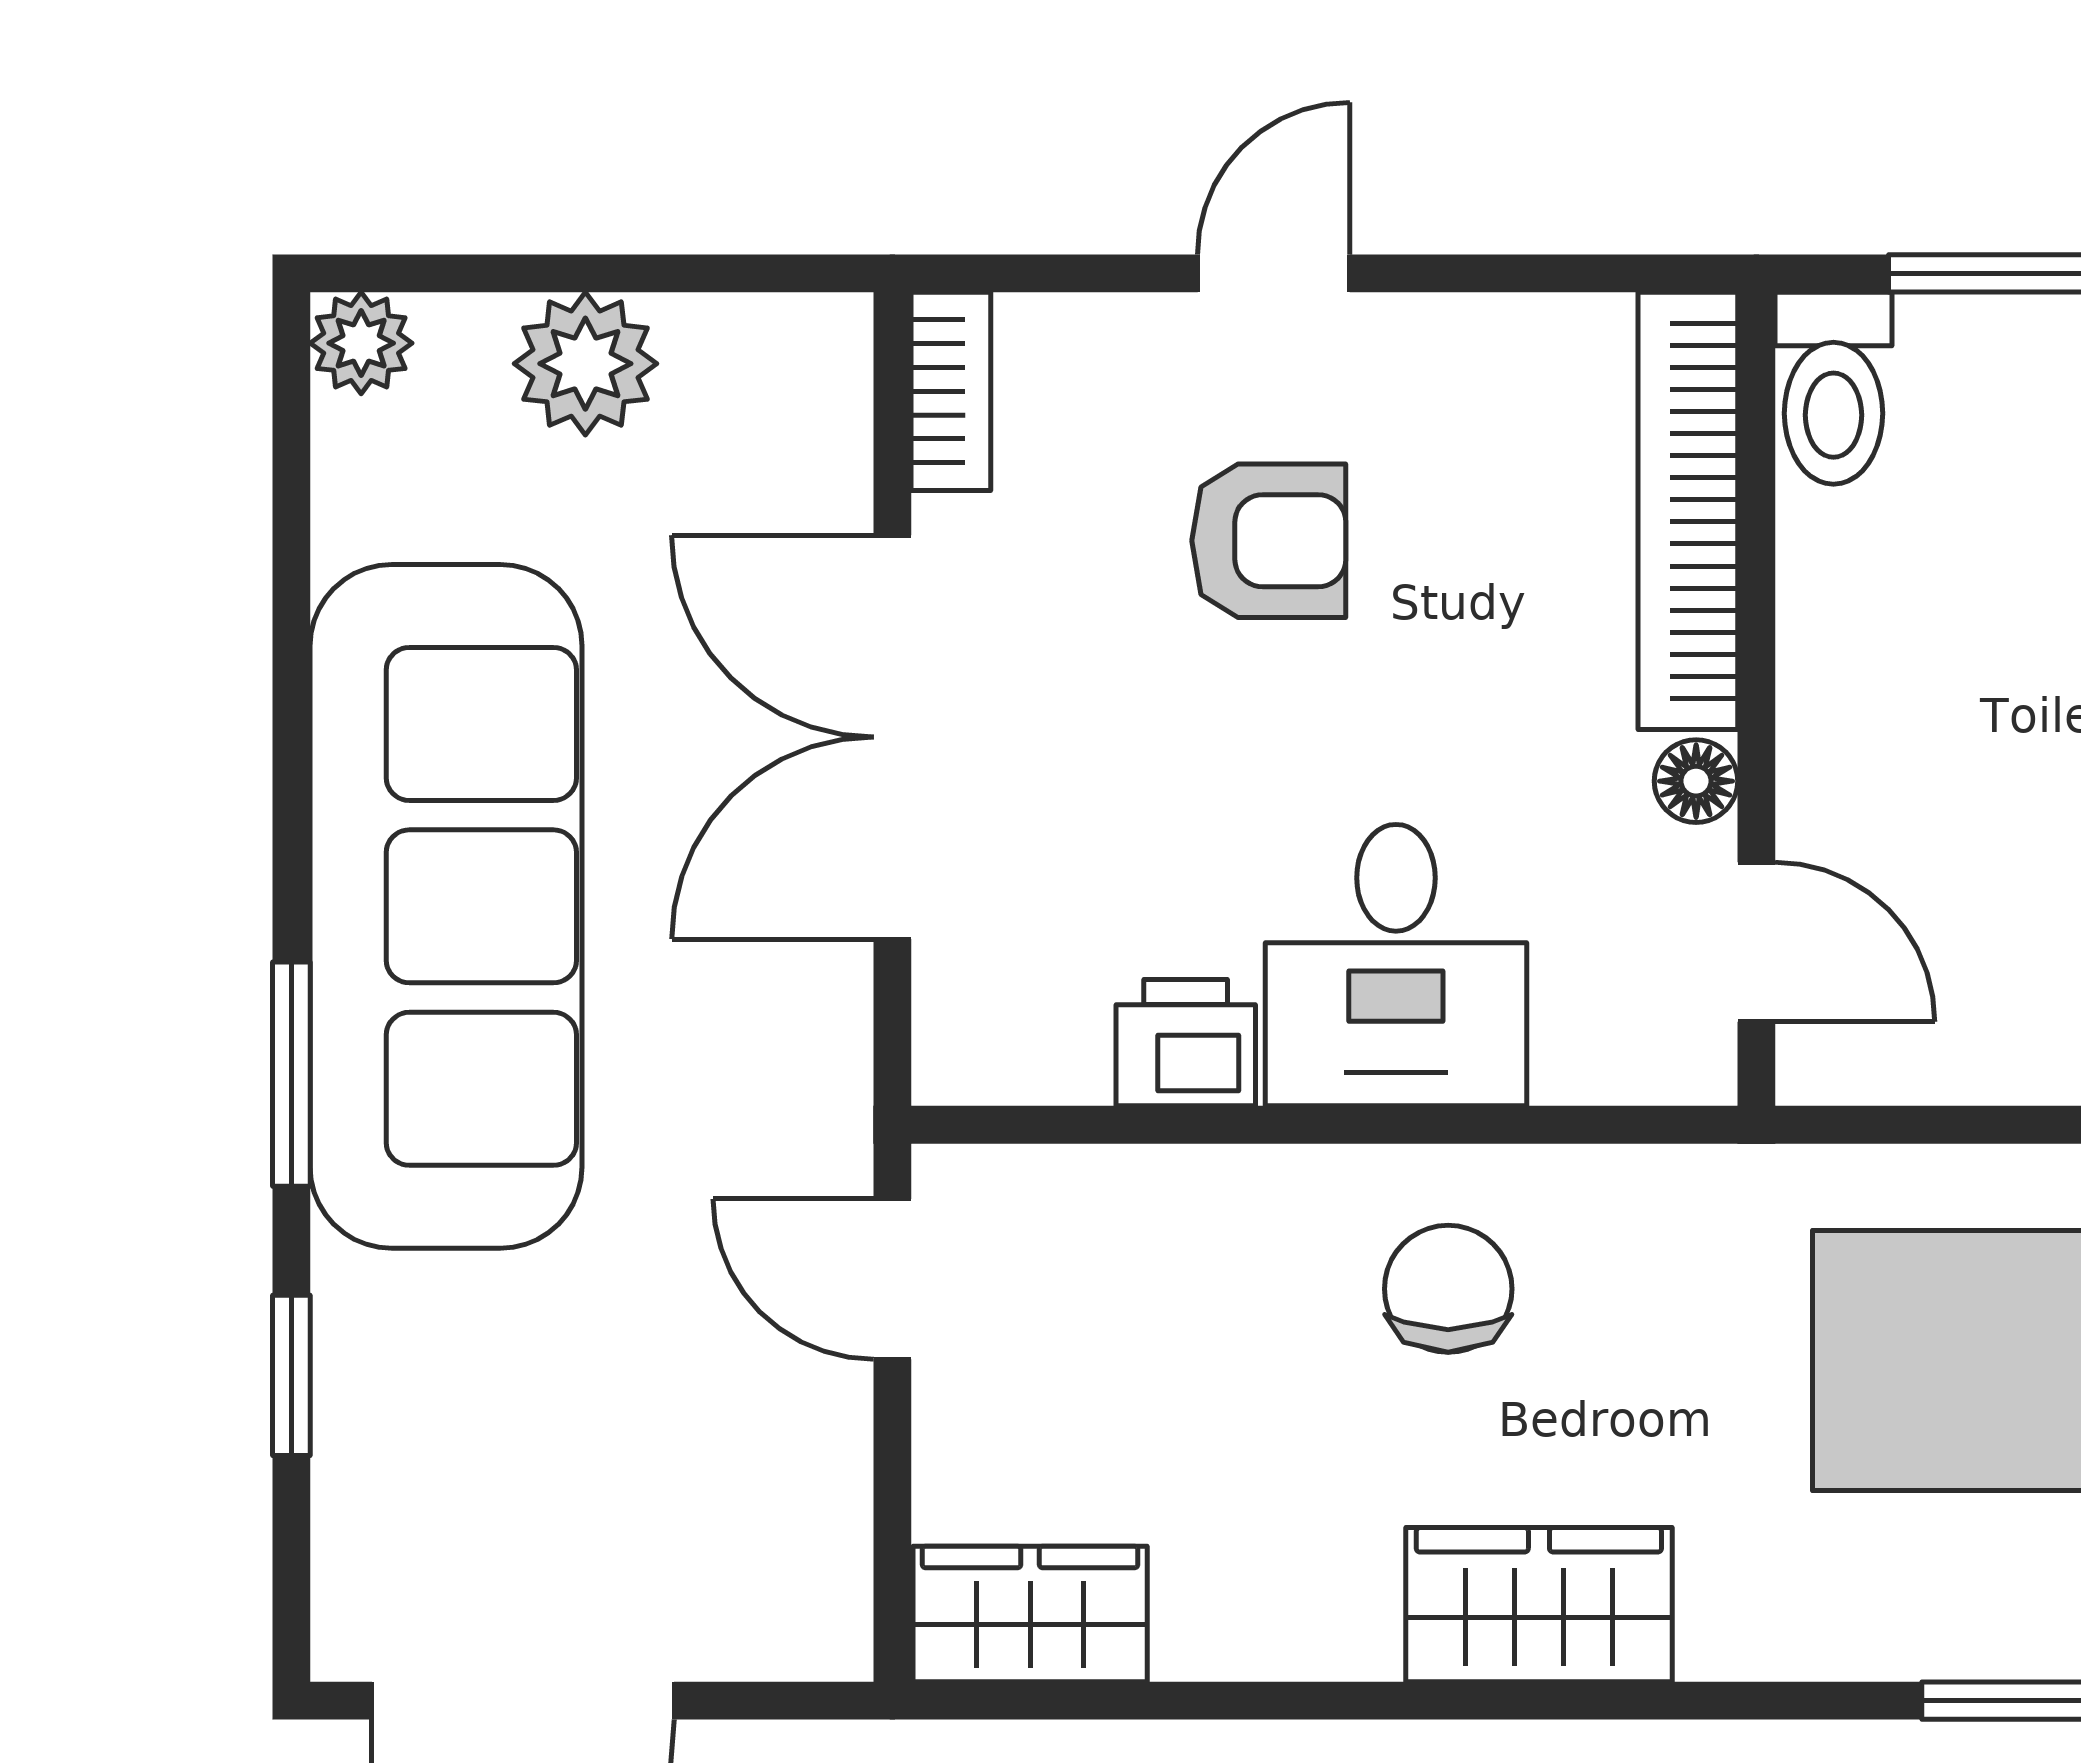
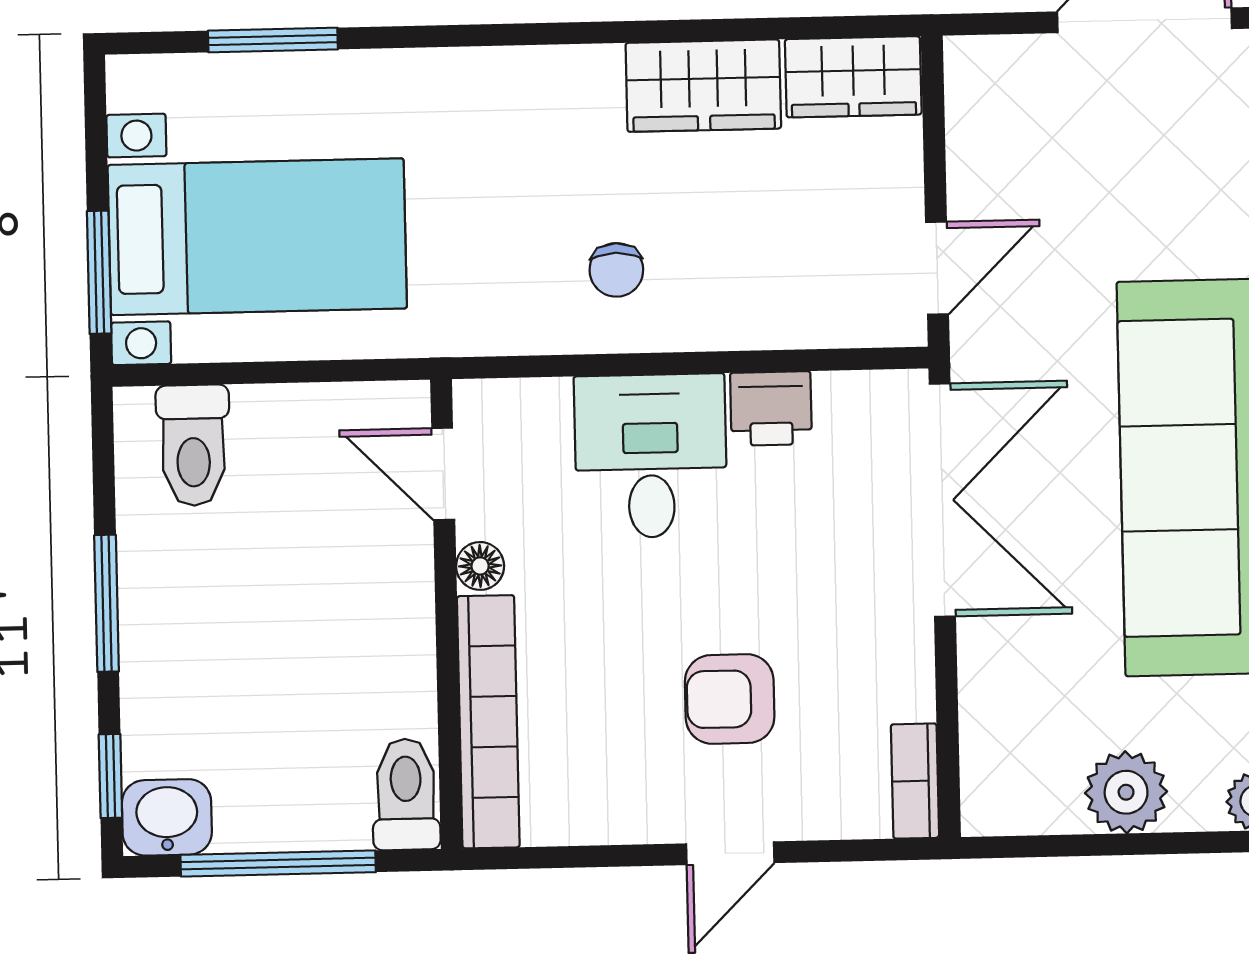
double door: (892, 737) -> (942, 500), moved
door: (892, 1279) -> (937, 268), hinge flipped
chair: (1448, 1289) -> (616, 270), width x0.73, depth x0.73
wardrobe: (1539, 1605) -> (703, 86), moved

